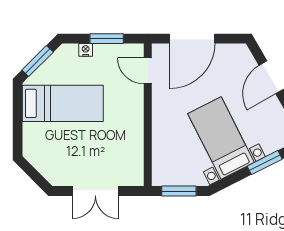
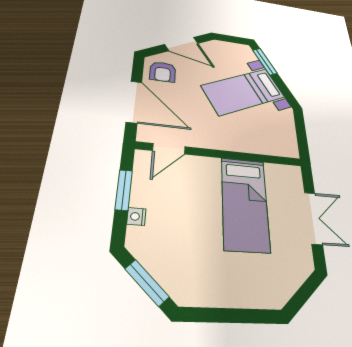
armchair: (231, 61) -> (163, 72), added
bed: (63, 103) -> (245, 203), moved, turned 180
window: (179, 191) -> (301, 134), removed

